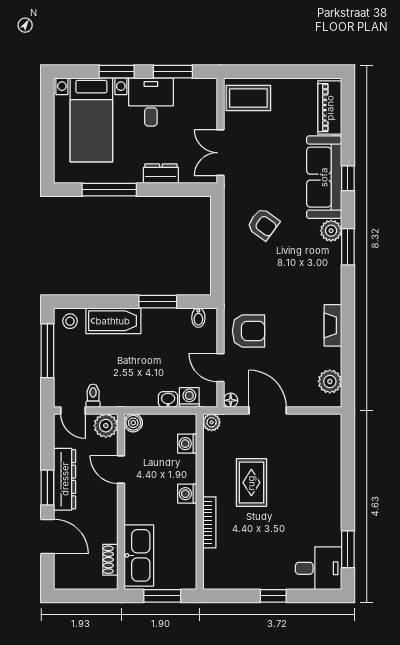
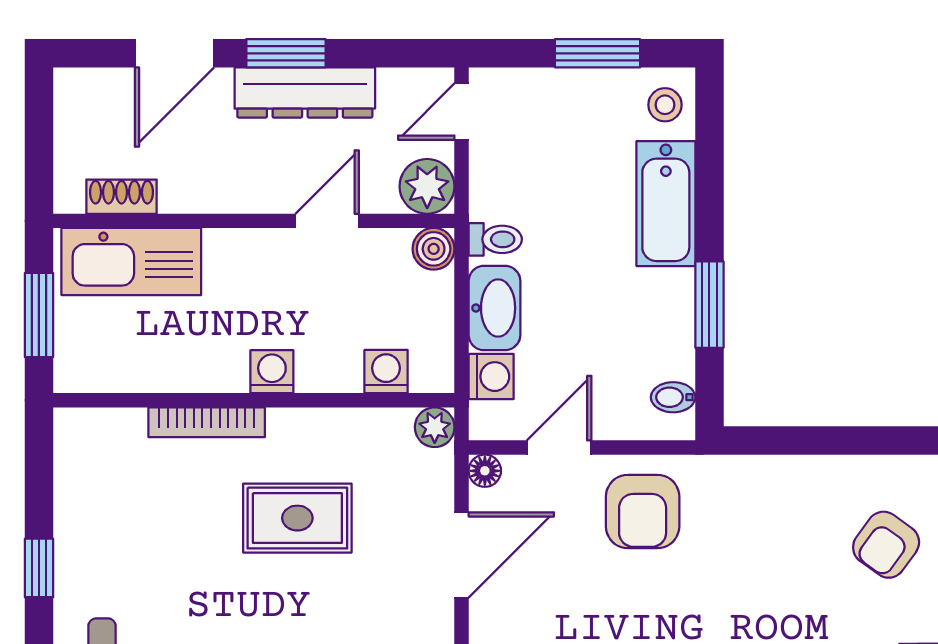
window: (47, 351) -> (597, 53), width x0.69
toilet: (93, 396) -> (495, 239), moved
washbasin: (168, 400) -> (494, 308), width x1.91, depth x1.45

